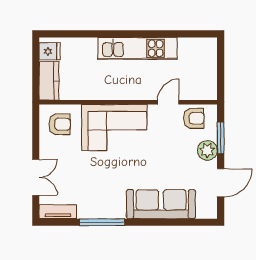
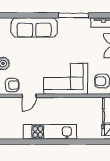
armchair: (194, 118) -> (12, 85), turned 180

